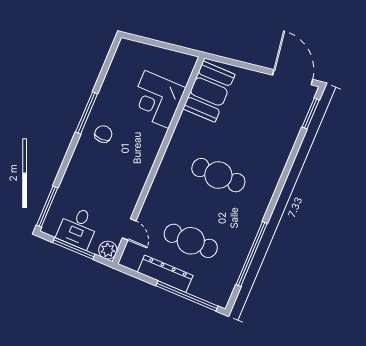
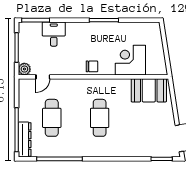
chair: (103, 134) -> (92, 66), moved
desk: (78, 227) -> (54, 34), moved, turned 90
dresser: (165, 274) -> (25, 140), moved

